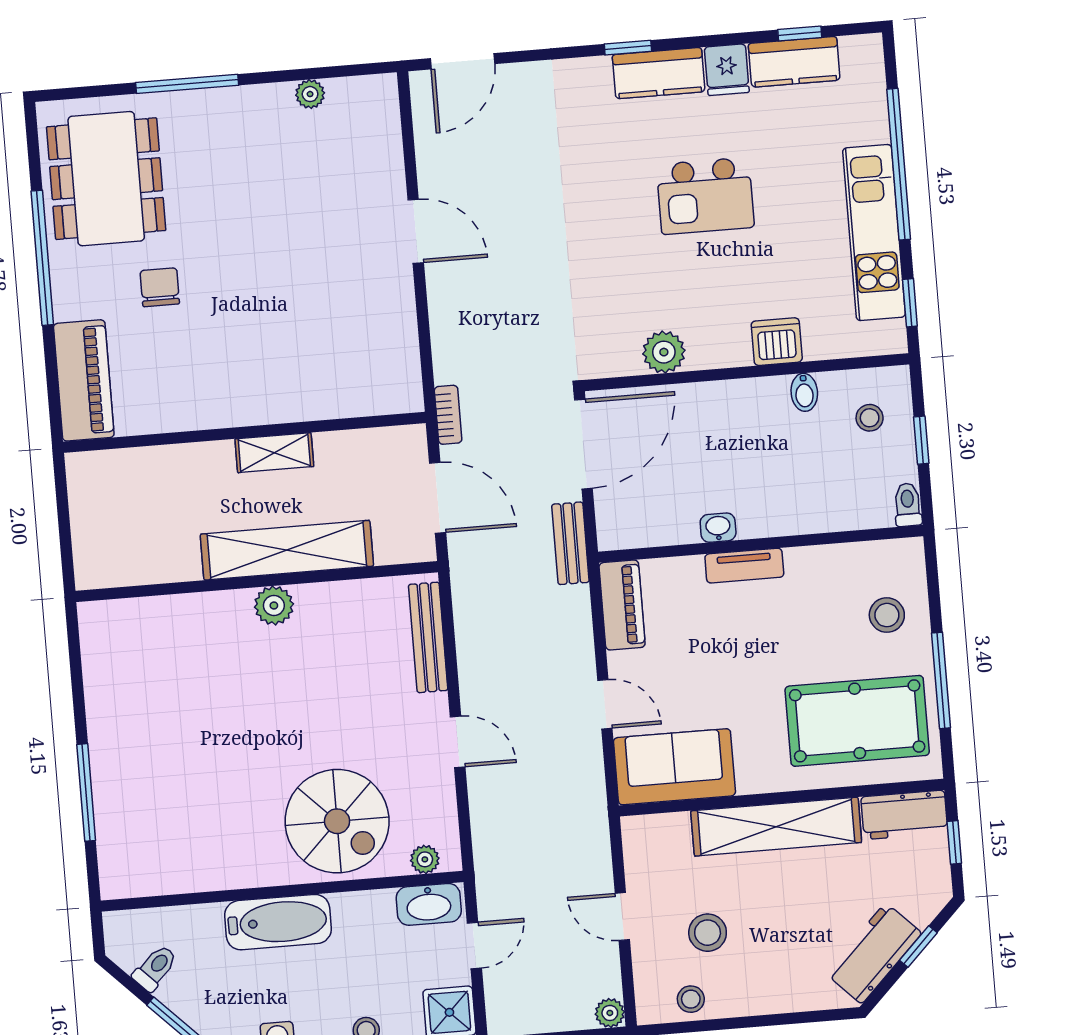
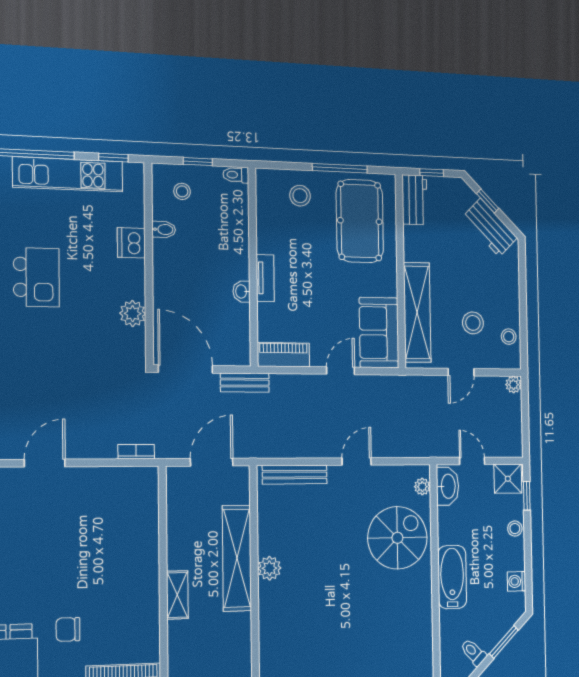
bookcase: (448, 415) -> (136, 452), moved
shelving: (274, 453) -> (177, 595), moved
shelving: (776, 827) -> (417, 312), moved

